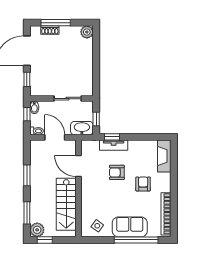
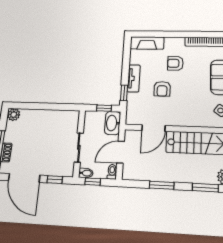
sliding door: (68, 99) -> (79, 147), moved
tv unit: (114, 145) -> (134, 78), moved

